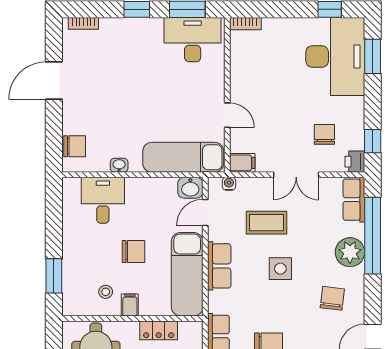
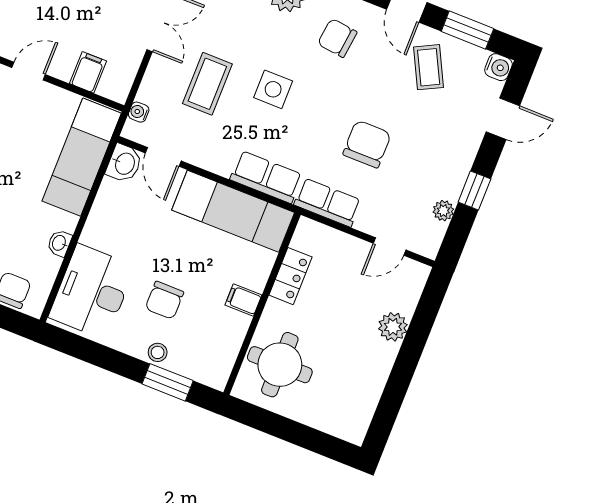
door: (227, 115) -> (29, 71), moved
filing cabinet: (242, 163) -> (88, 72), moved
desk: (103, 200) -> (92, 292), width x1.37
chair: (133, 251) -> (164, 300), moved, turned 180
row of seats: (219, 266) -> (266, 177), moved
stool: (106, 292) -> (158, 352), moved

